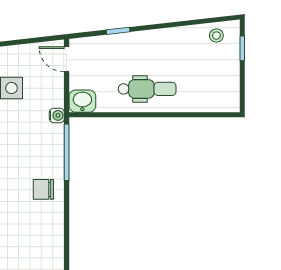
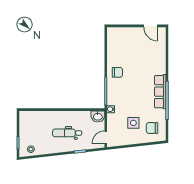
door: (67, 59) -> (106, 137), swing flipped
dental chair: (147, 89) -> (67, 133), moved

